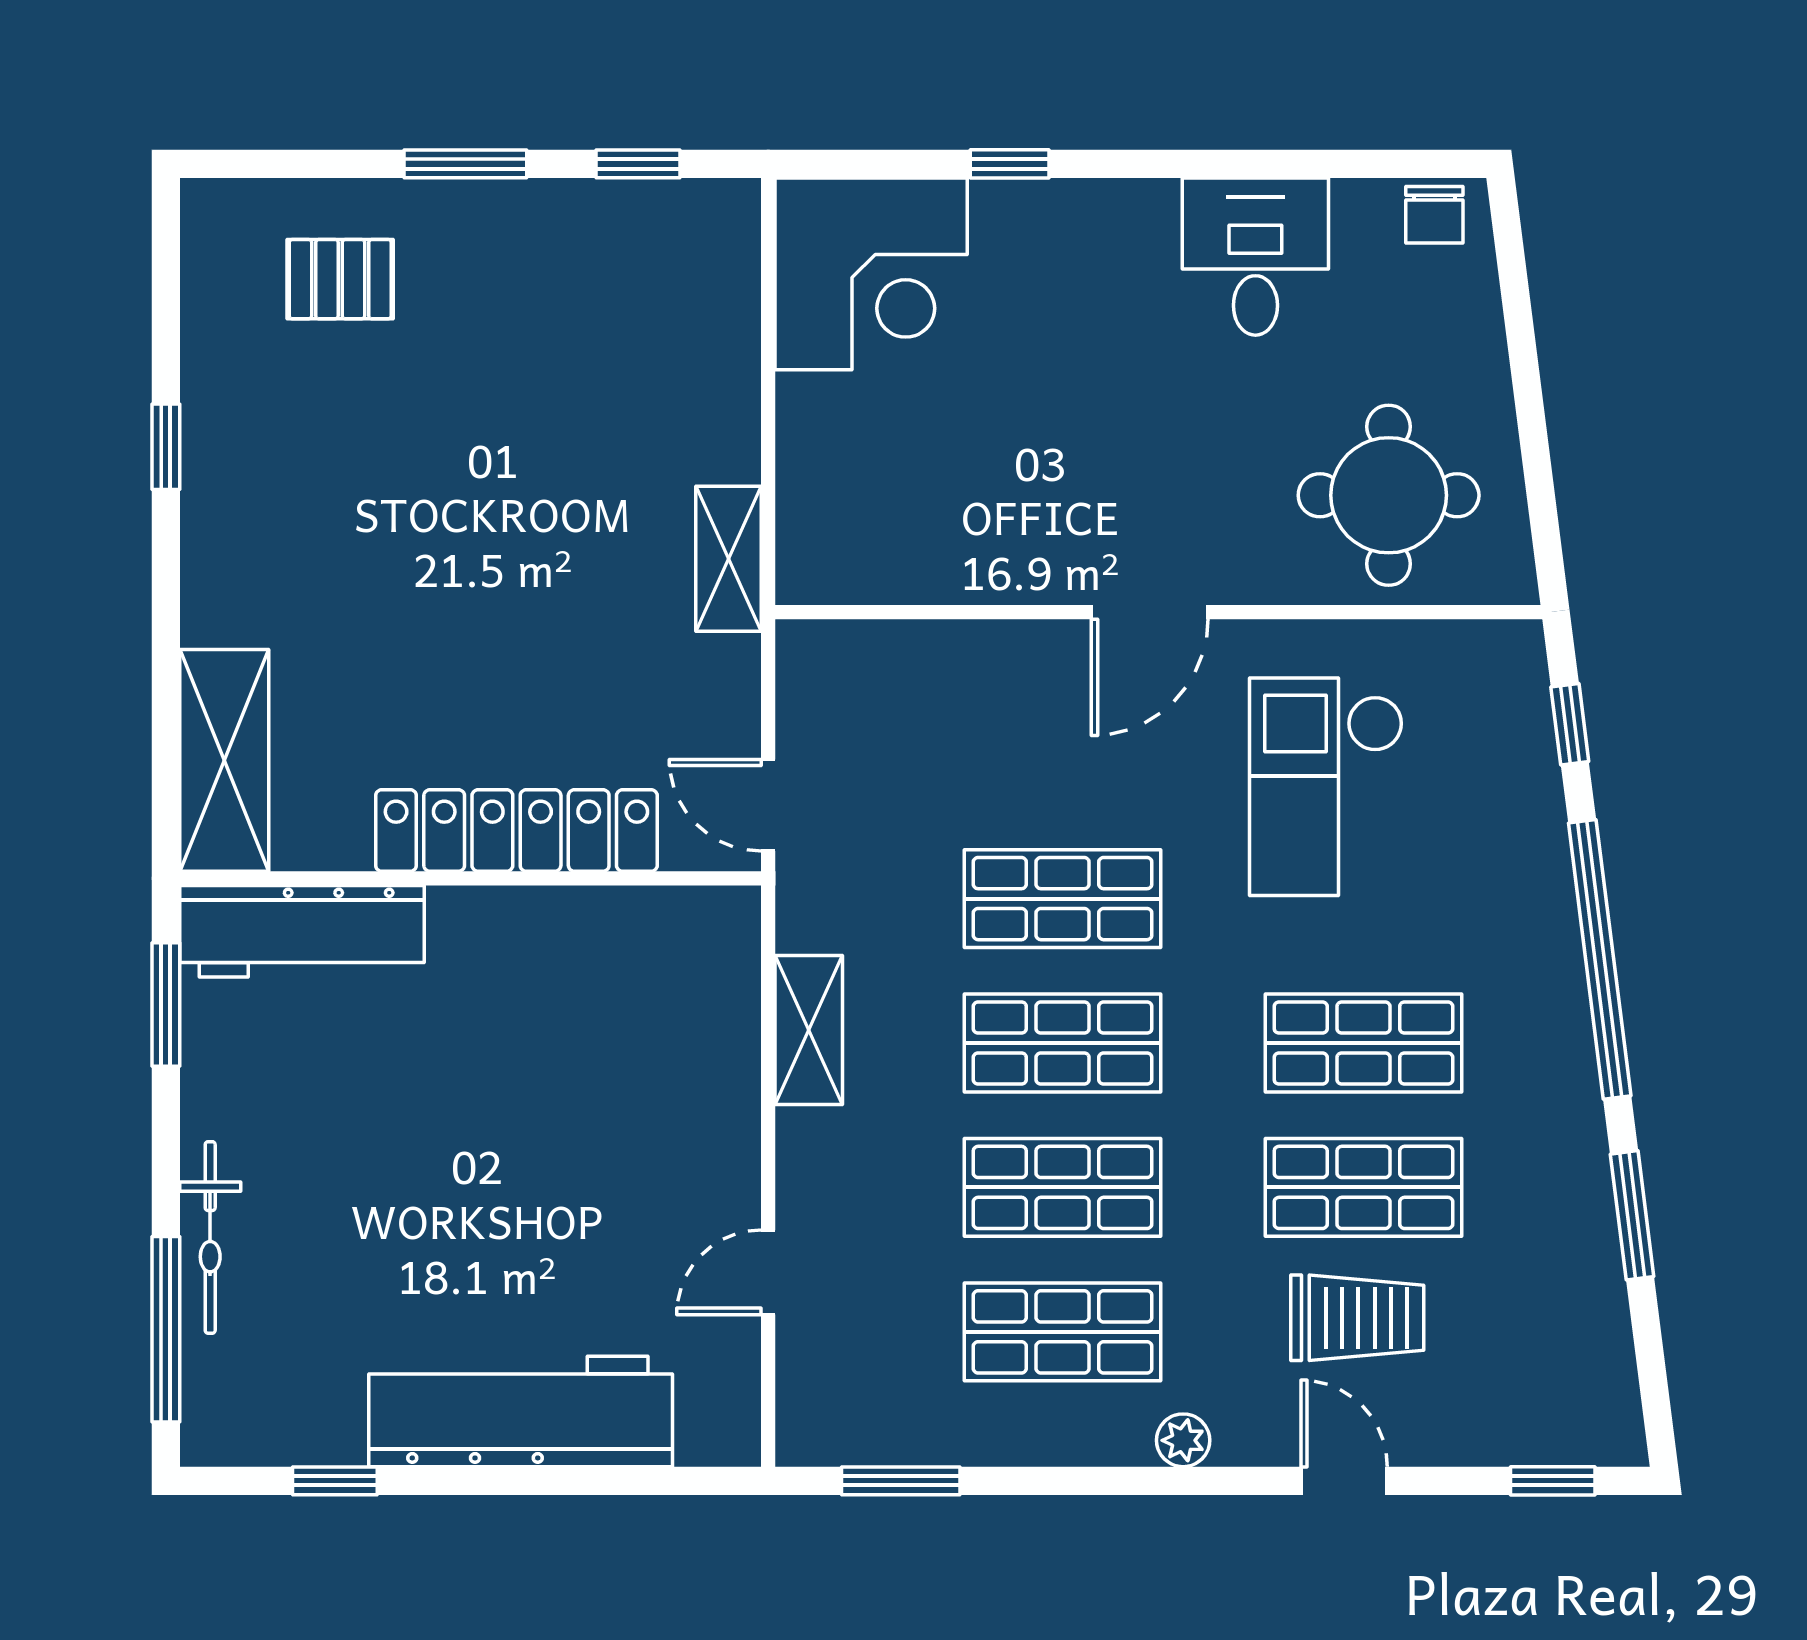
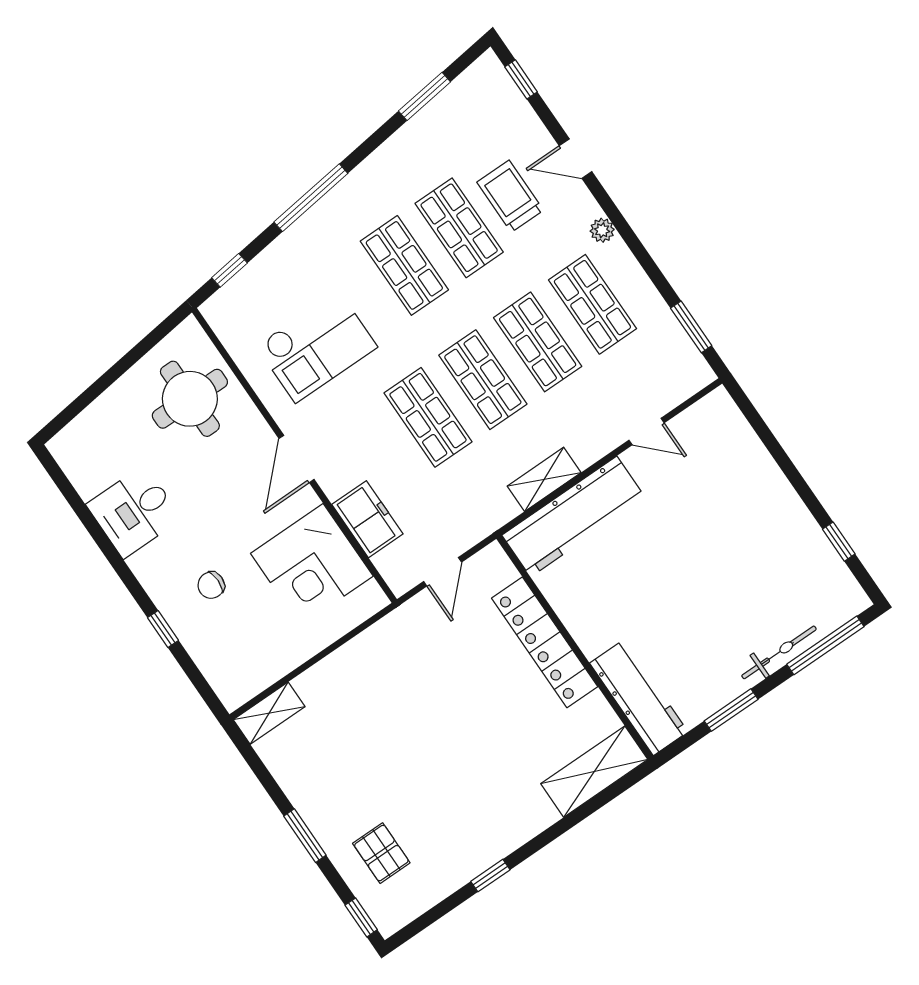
window: (638, 164) -> (361, 917), moved
chair: (1434, 215) -> (211, 585), moved, turned 180
corner desk: (871, 274) -> (312, 565), moved, turned 180
shelving: (729, 559) -> (269, 713), moved
door: (1150, 612) -> (297, 459), swing flipped
freezer: (955, 665) -> (367, 519), added
door: (768, 805) -> (443, 572), moved
window: (1600, 959) -> (311, 198), width x0.68
window: (166, 1004) -> (731, 710), moved
window: (1632, 1215) -> (425, 96), moved
workbench: (521, 1411) -> (574, 517), moved, turned -90
door: (1344, 1481) -> (576, 159), hinge flipped

